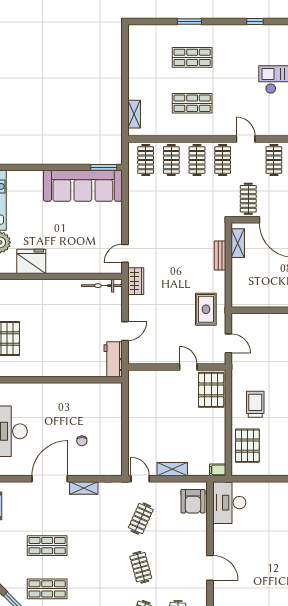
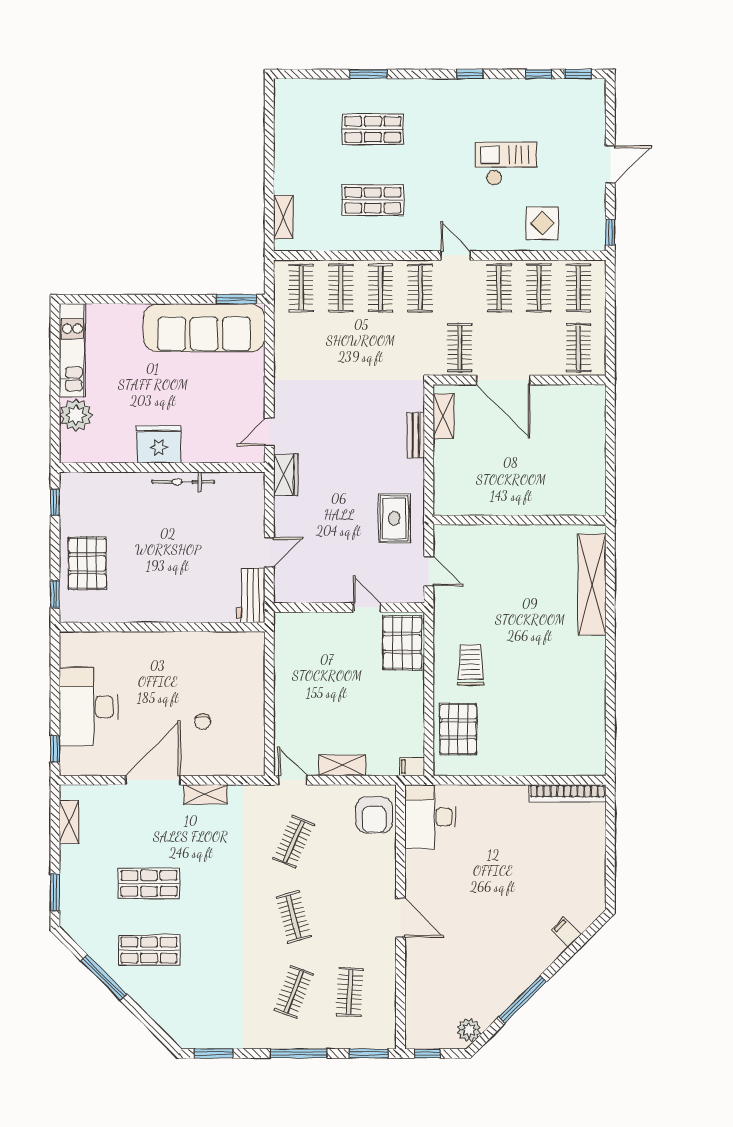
fridge: (31, 261) -> (159, 444), moved
bicycle: (102, 286) -> (183, 482), moved

